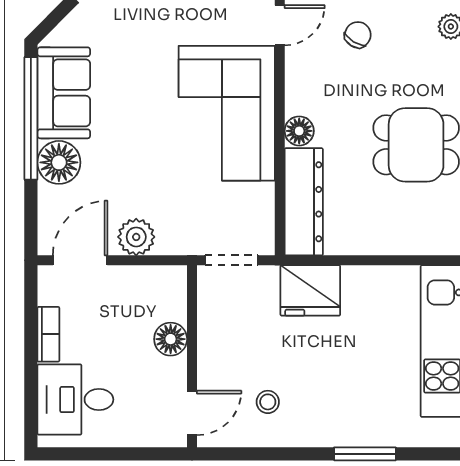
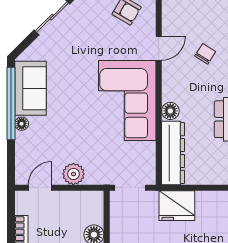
floor lamp: (59, 162) -> (22, 124), width x0.53, depth x0.53
door: (80, 260) -> (40, 188), width x0.73

